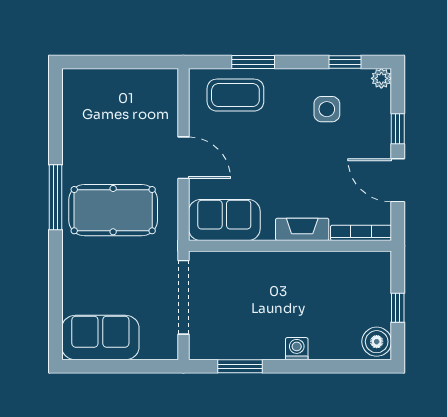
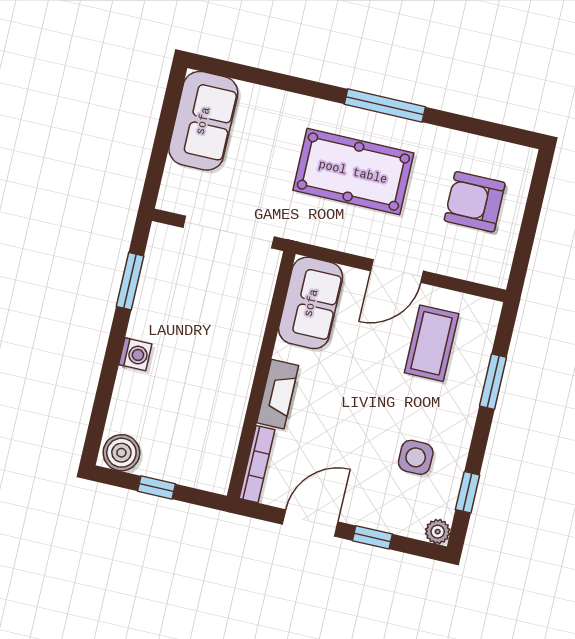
coffee table: (235, 95) -> (432, 343), moved
armchair: (115, 109) -> (475, 202), added
pool table: (113, 210) -> (353, 172), turned 90

